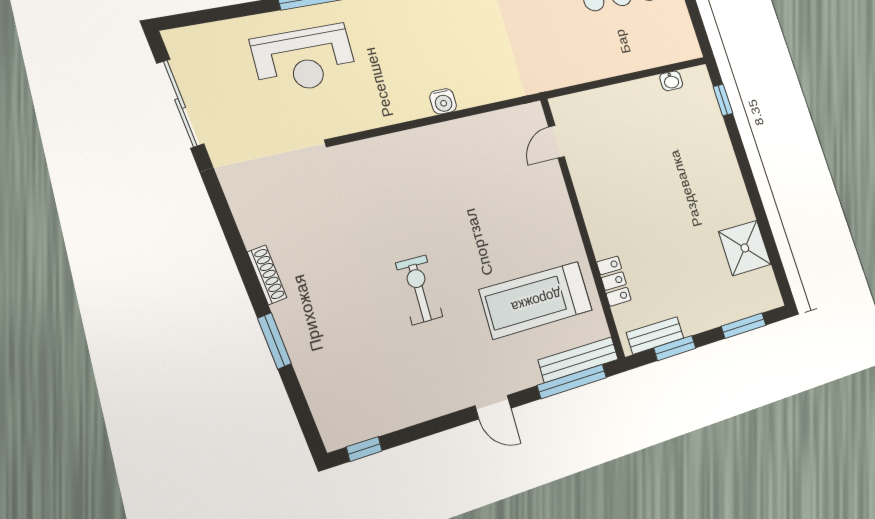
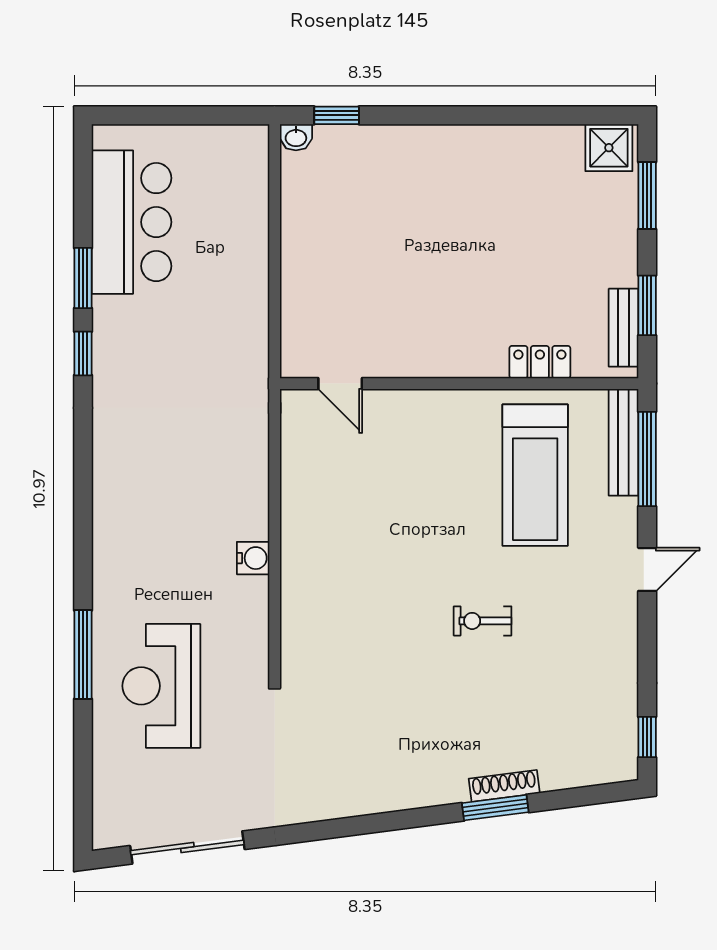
reception desk: (304, 59) -> (161, 686), turned 180
washbasin: (671, 81) -> (296, 137), moved, turned 90
water cooler: (443, 101) -> (253, 558), moved
shower: (745, 248) -> (609, 148), moved, width x0.73, depth x0.73
shoe rack: (267, 275) -> (504, 786), moved
exercise bike: (419, 290) -> (483, 621), width x0.73, depth x0.72

